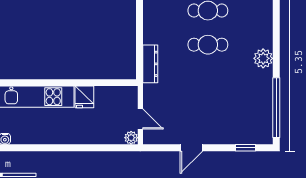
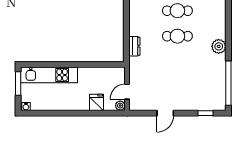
dresser: (150, 64) -> (134, 46), width x0.70
fridge: (84, 97) -> (97, 102), moved, turned 180
door: (140, 119) -> (127, 92), swing flipped

